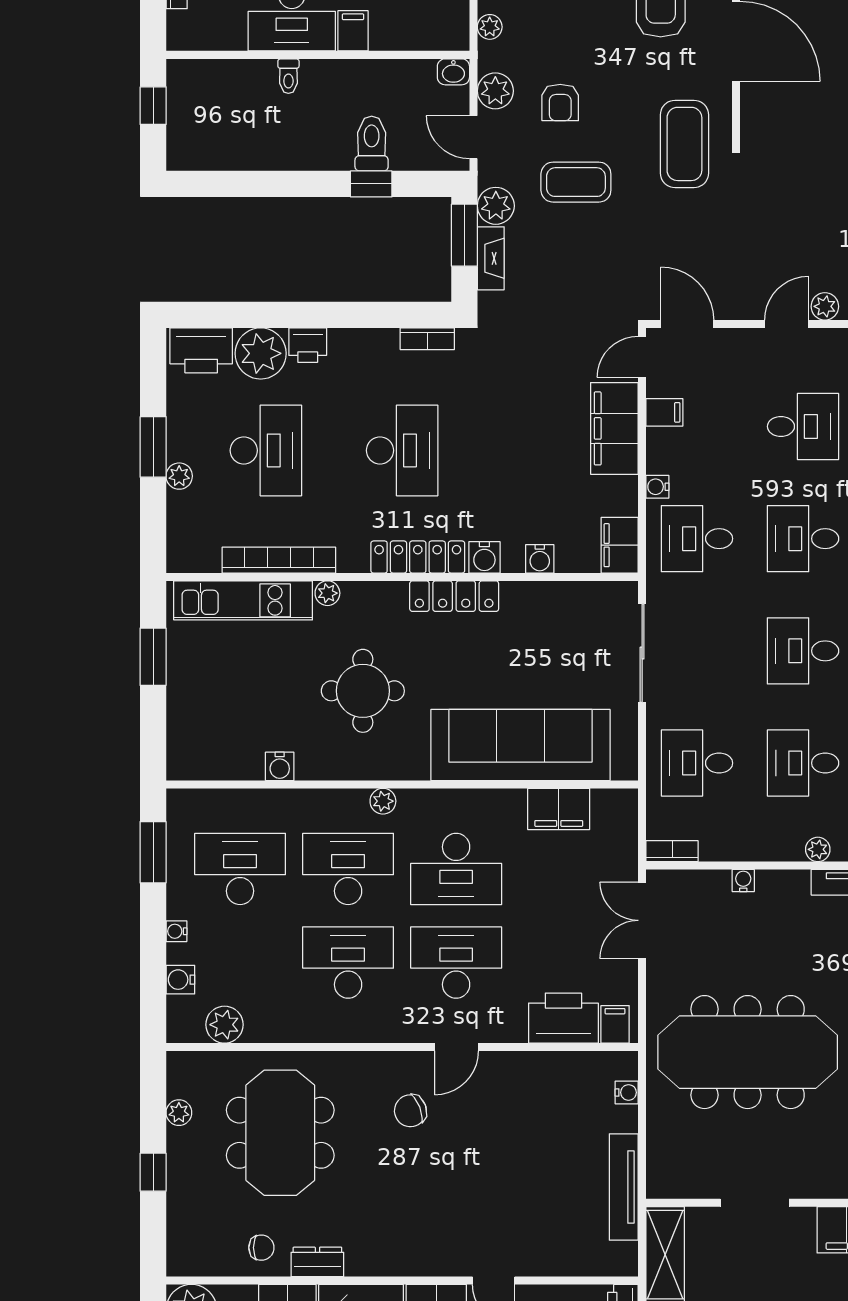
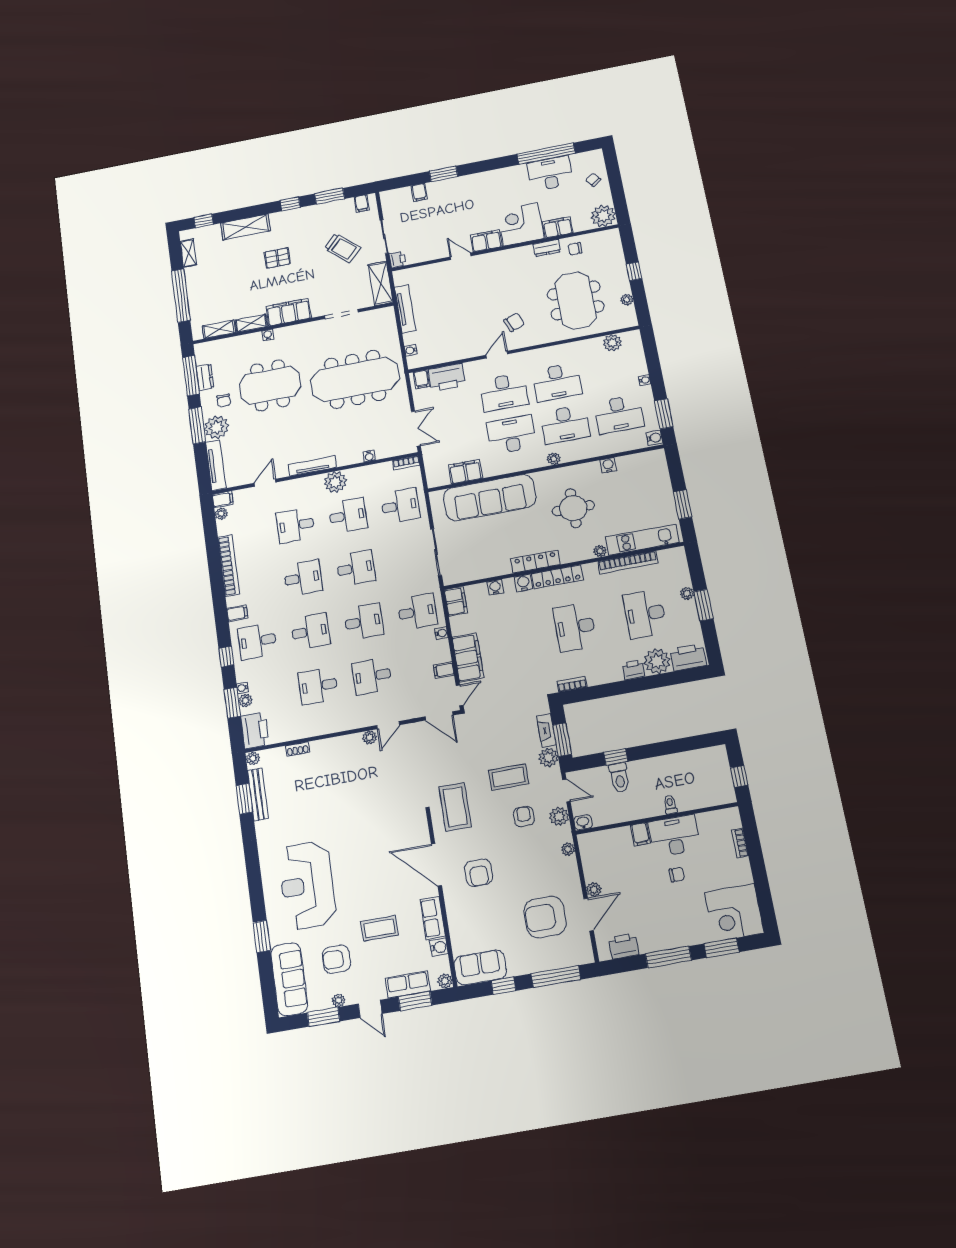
plant: (818, 849) -> (335, 482), width x1.88, depth x1.88
water cooler: (180, 980) -> (654, 438), moved

